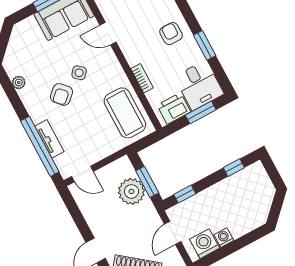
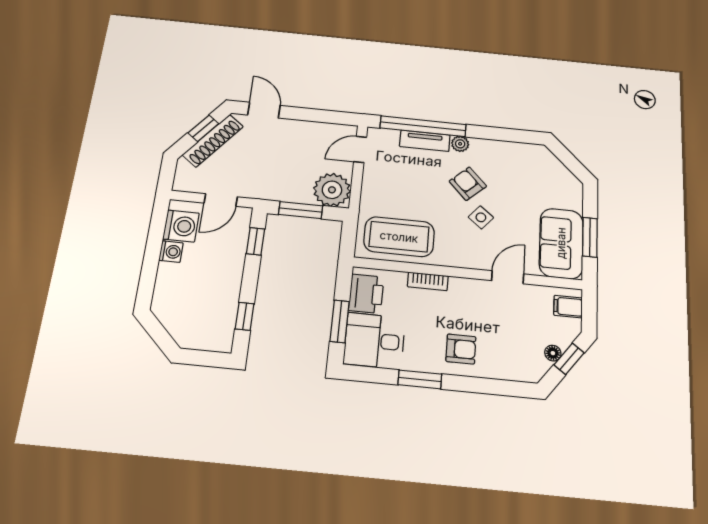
plant: (19, 82) -> (460, 144), moved
plant: (131, 191) -> (332, 190), moved
door: (173, 233) -> (221, 200), swing flipped

